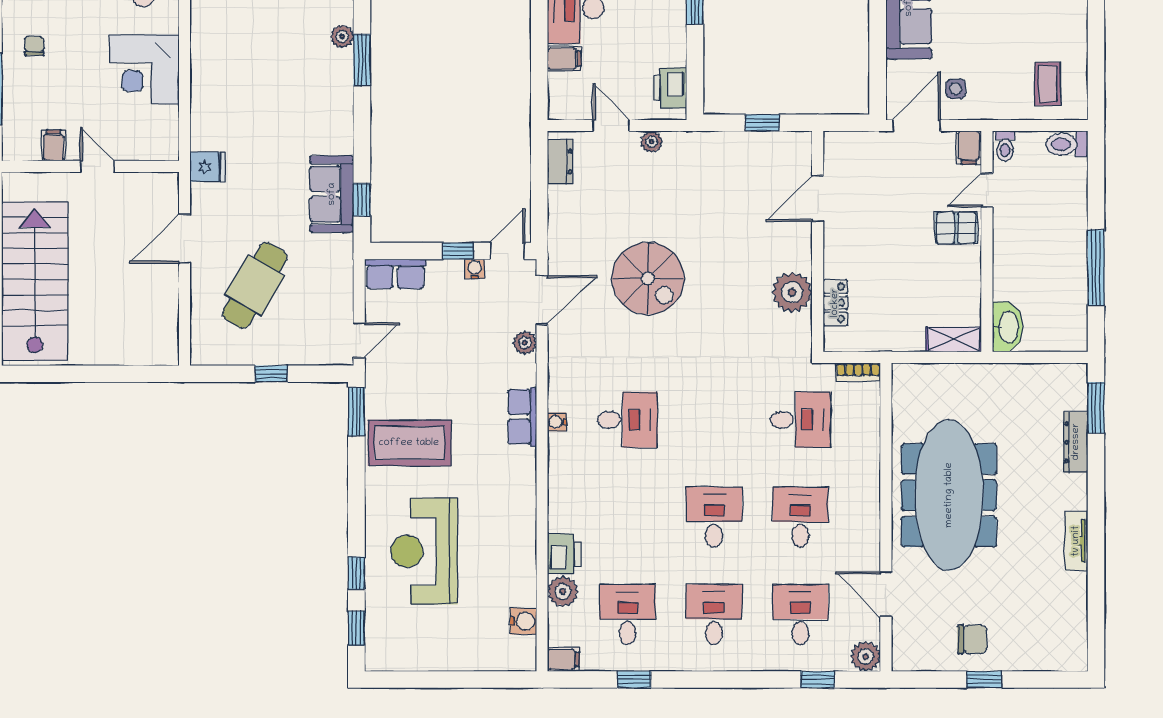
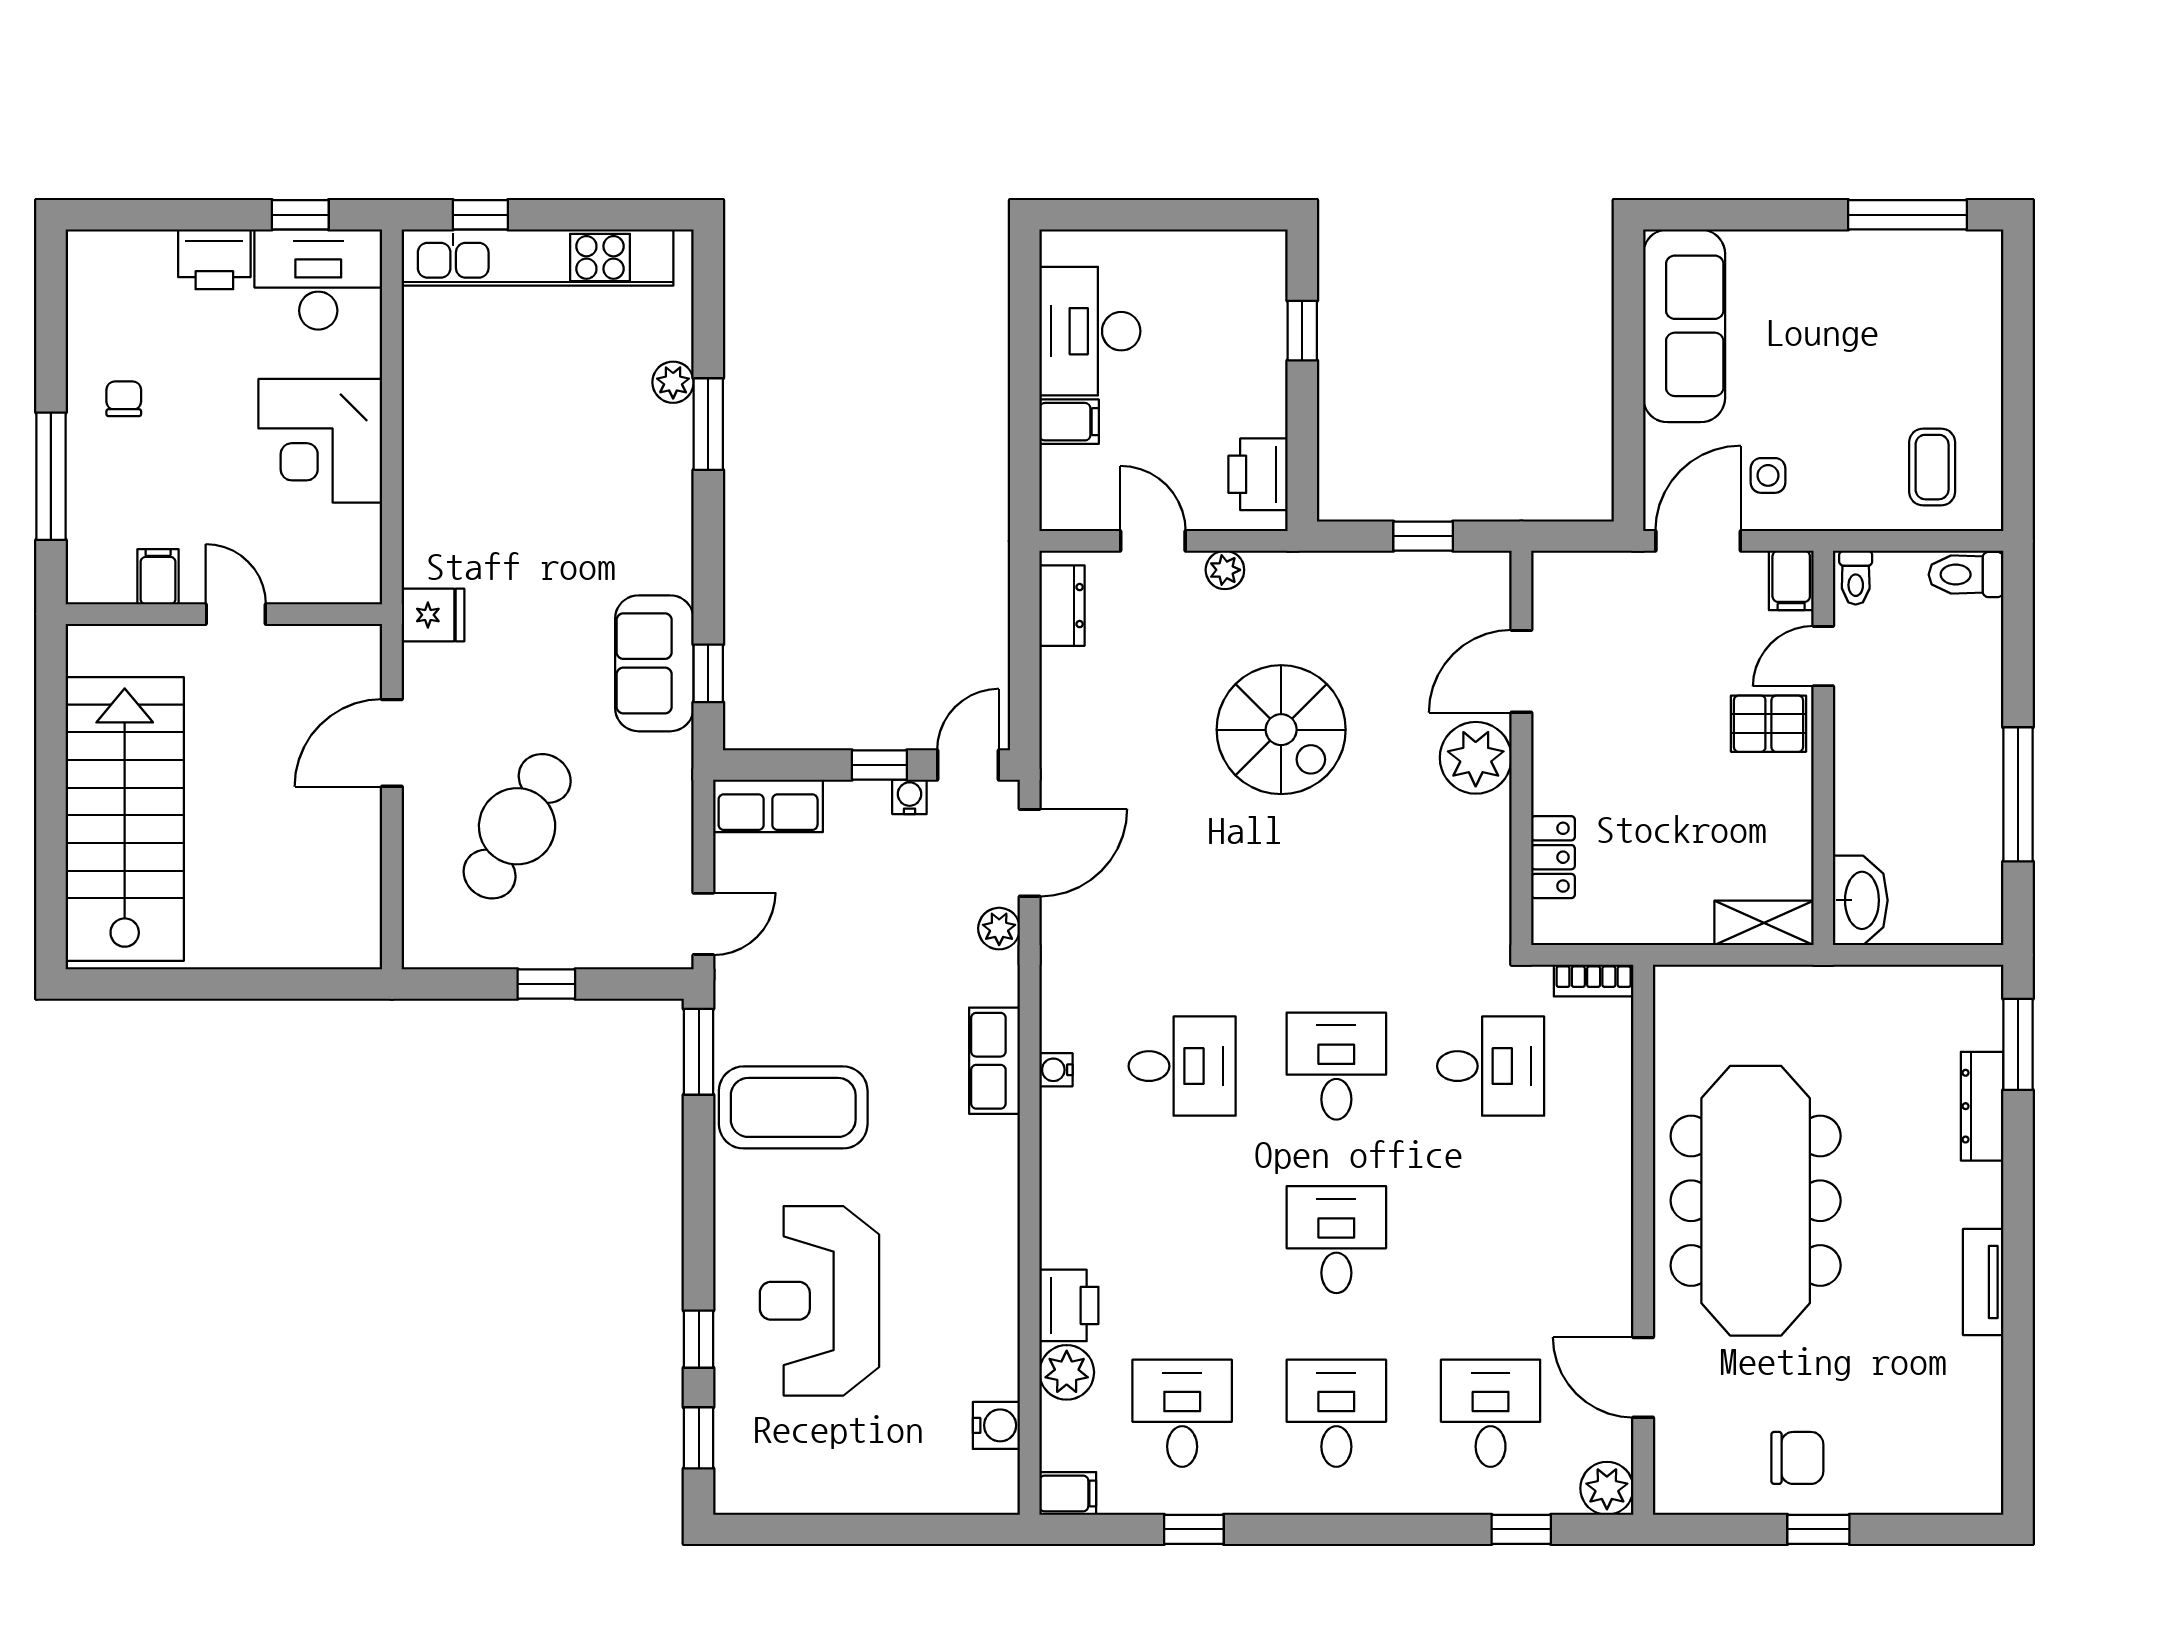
spiral stairs: (648, 278) -> (1281, 730), moved
plant: (792, 292) -> (1476, 758), moved
desk: (800, 517) -> (1336, 1066), moved

